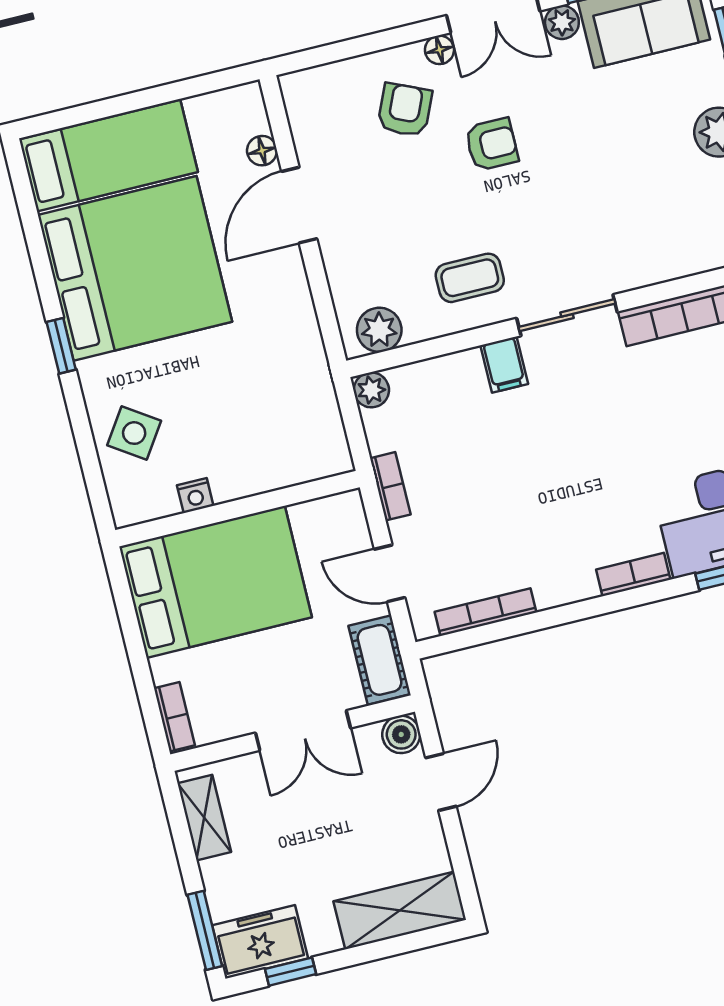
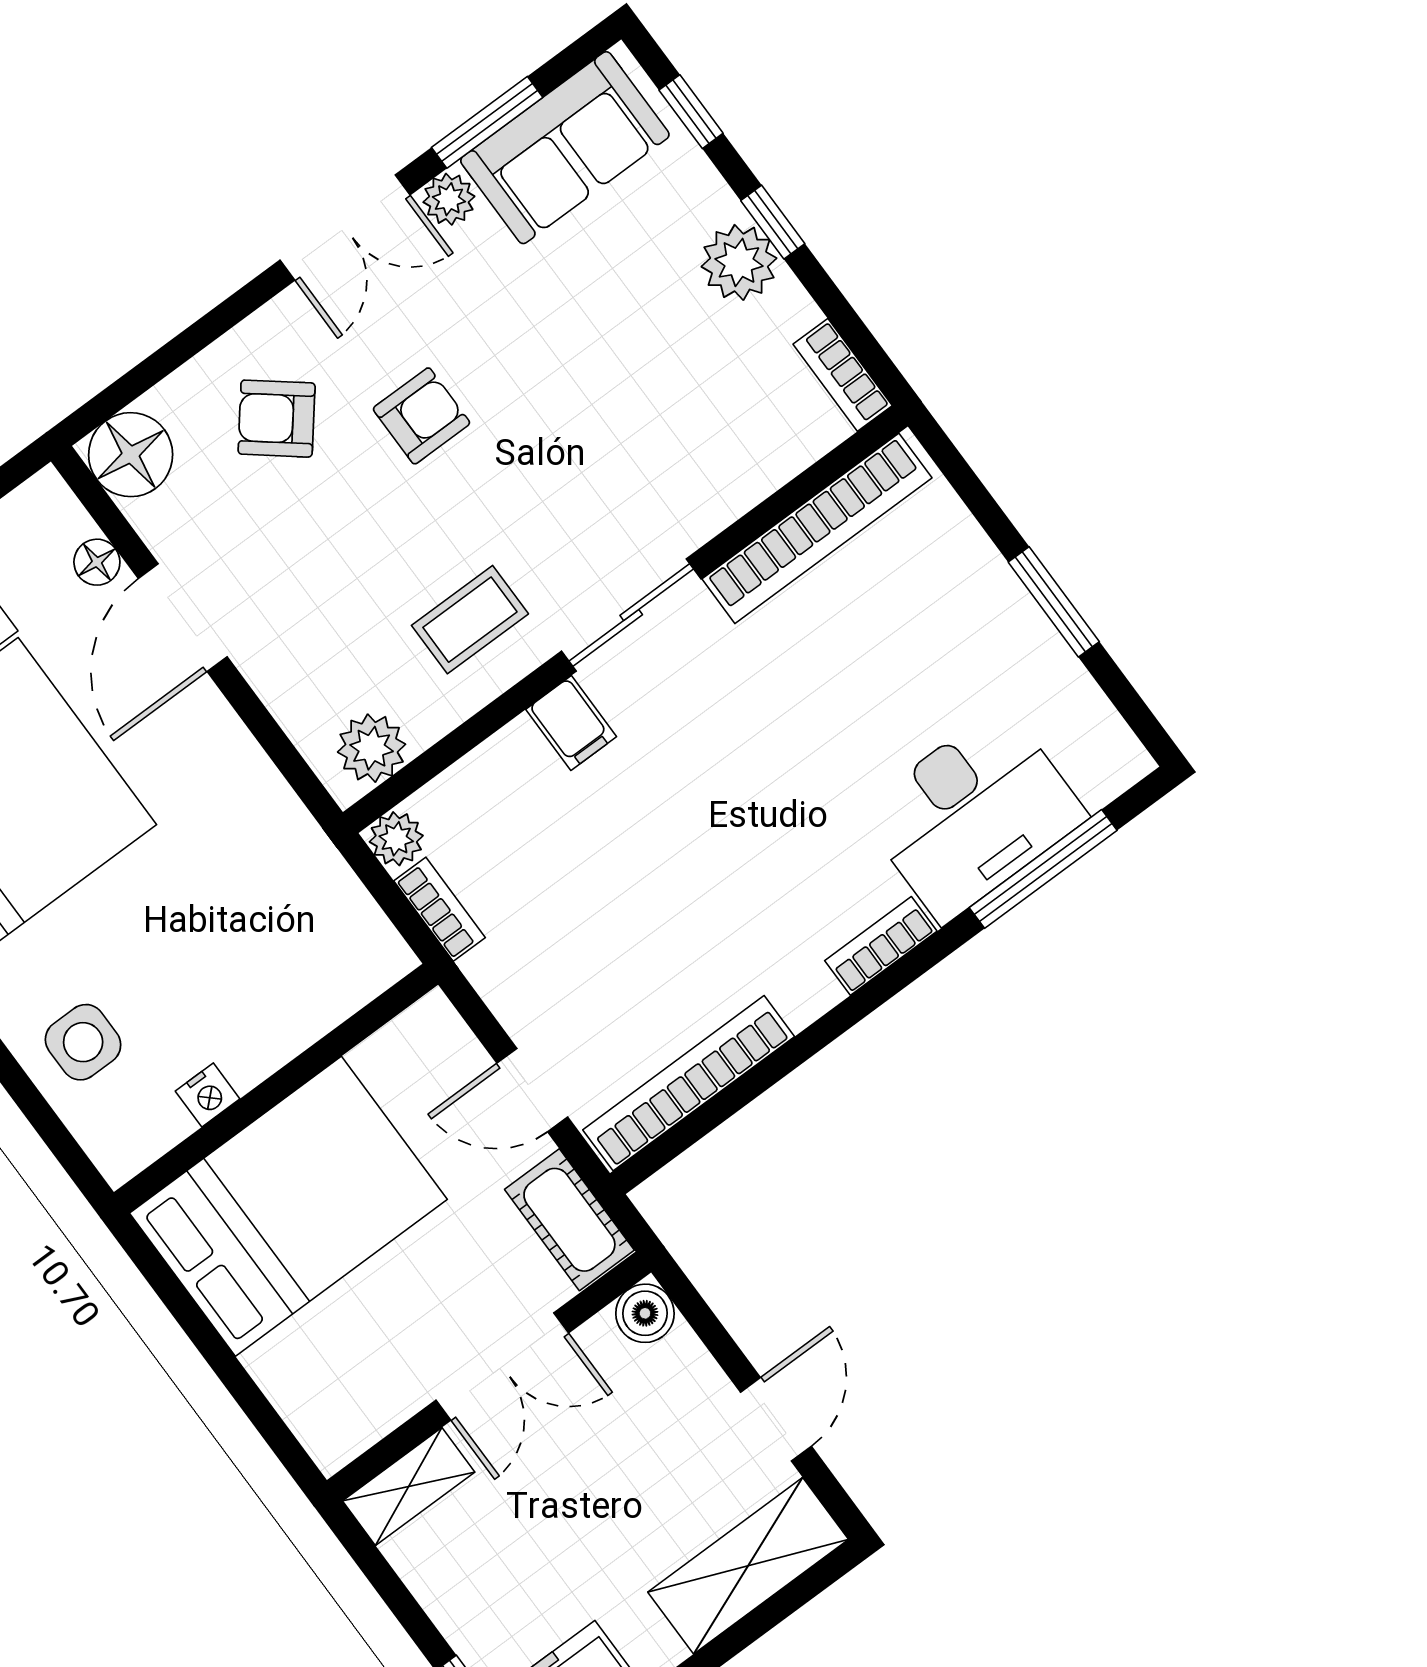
floor lamp: (439, 50) -> (131, 455), moved, width x1.89, depth x1.89
armchair: (405, 110) -> (277, 419), turned -75
side table: (134, 433) -> (83, 1042), turned -34
bookcase: (390, 486) -> (440, 909), moved
bookcase: (485, 612) -> (689, 1083), width x1.48, depth x1.31
bookcase: (174, 717) -> (310, 1424), removed
door: (441, 782) -> (776, 1419), moved
shelving: (204, 818) -> (409, 1487), moved, turned 90

